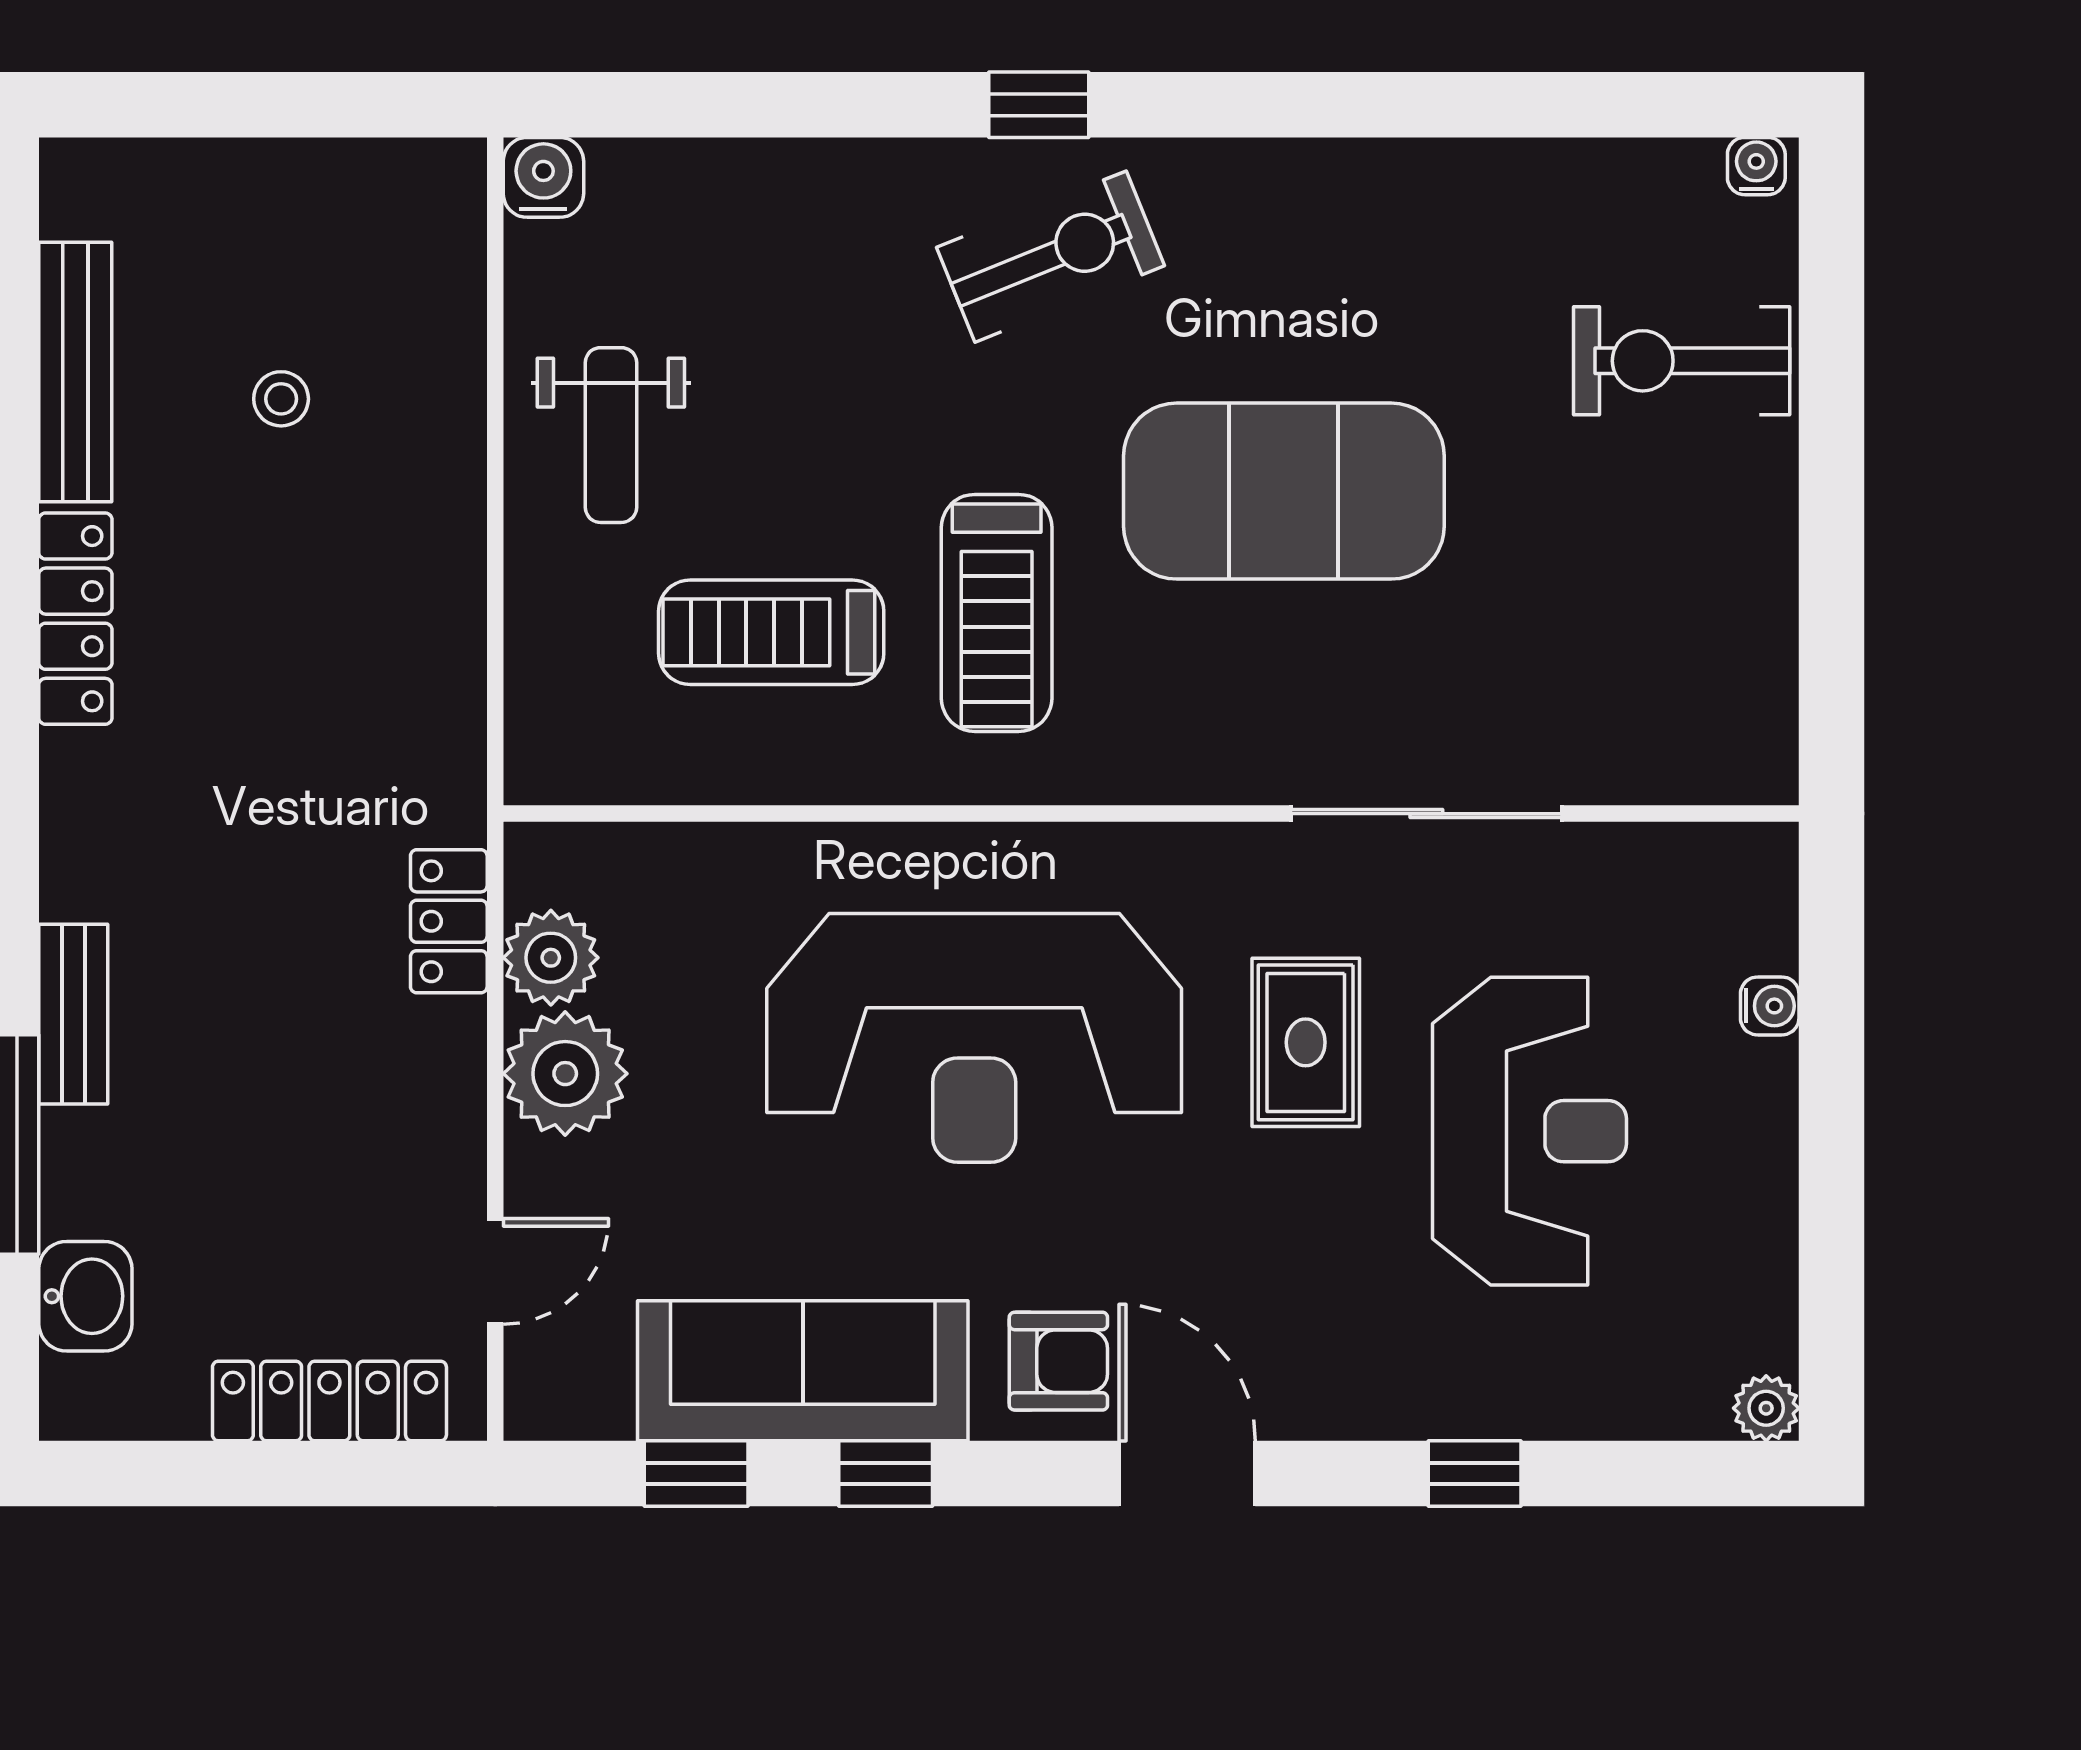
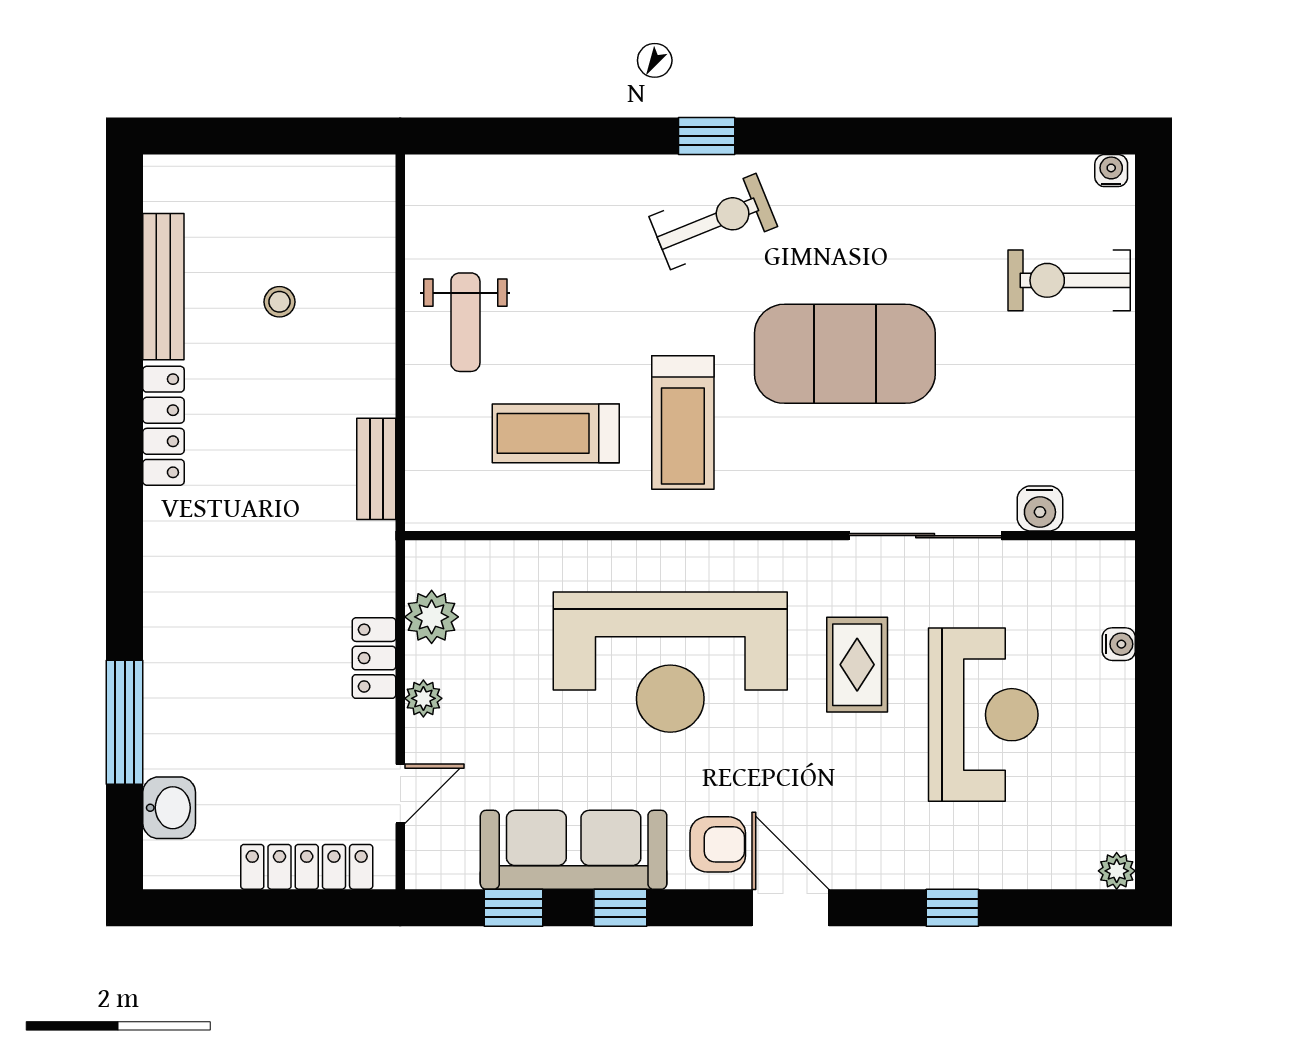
water cooler: (543, 177) -> (1040, 508), moved, turned 180
locker: (449, 921) -> (374, 658), moved
bench: (73, 1014) -> (376, 469), moved
plant: (565, 1074) -> (423, 698), width x0.53, depth x0.53

